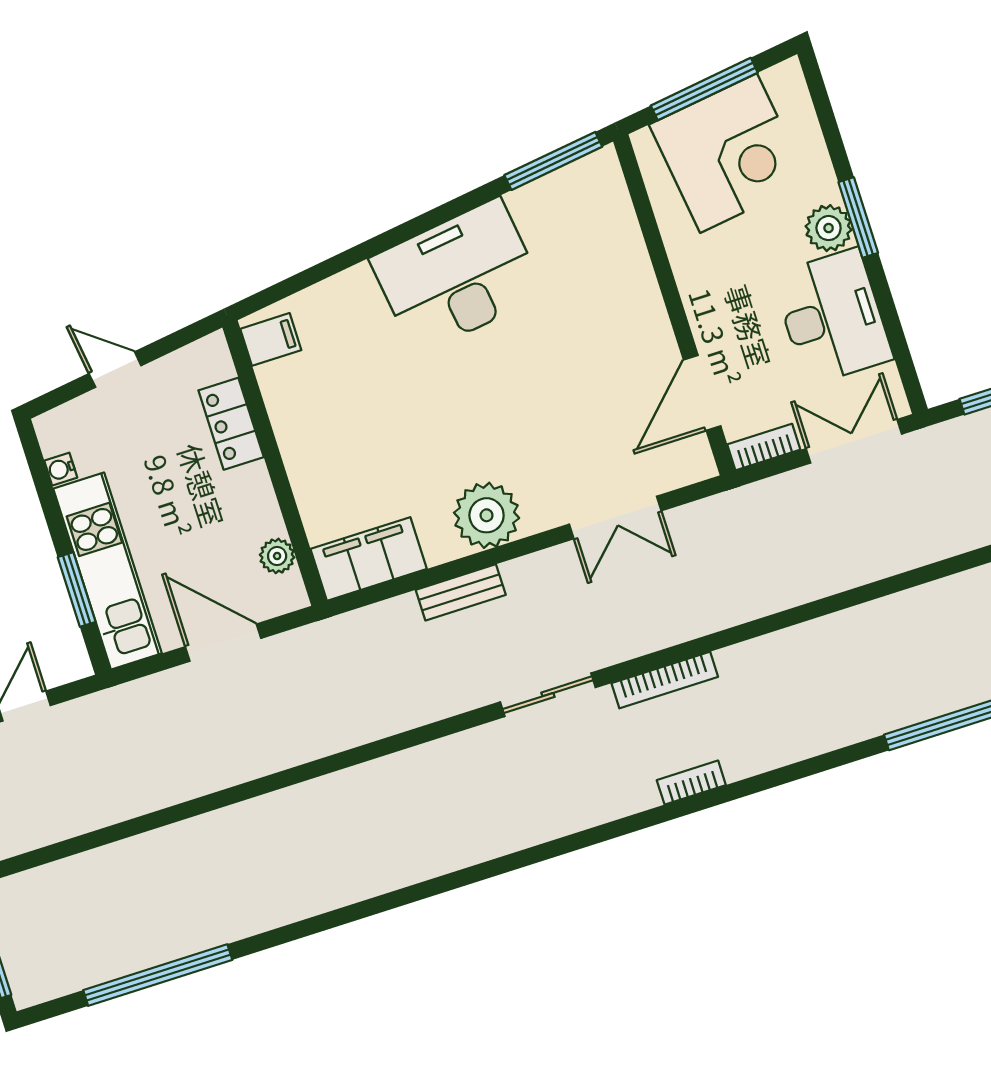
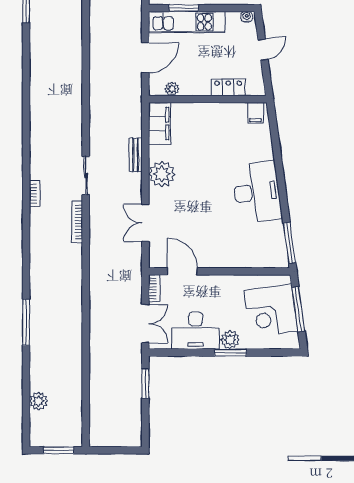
water cooler: (61, 469) -> (247, 17), moved
bookcase: (691, 783) -> (35, 194), moved

